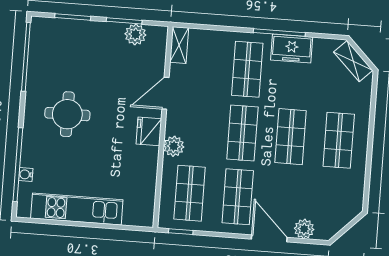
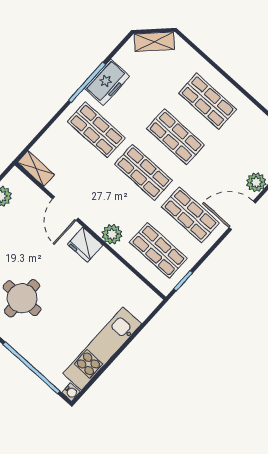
water cooler: (26, 174) -> (71, 392), moved, turned -90

